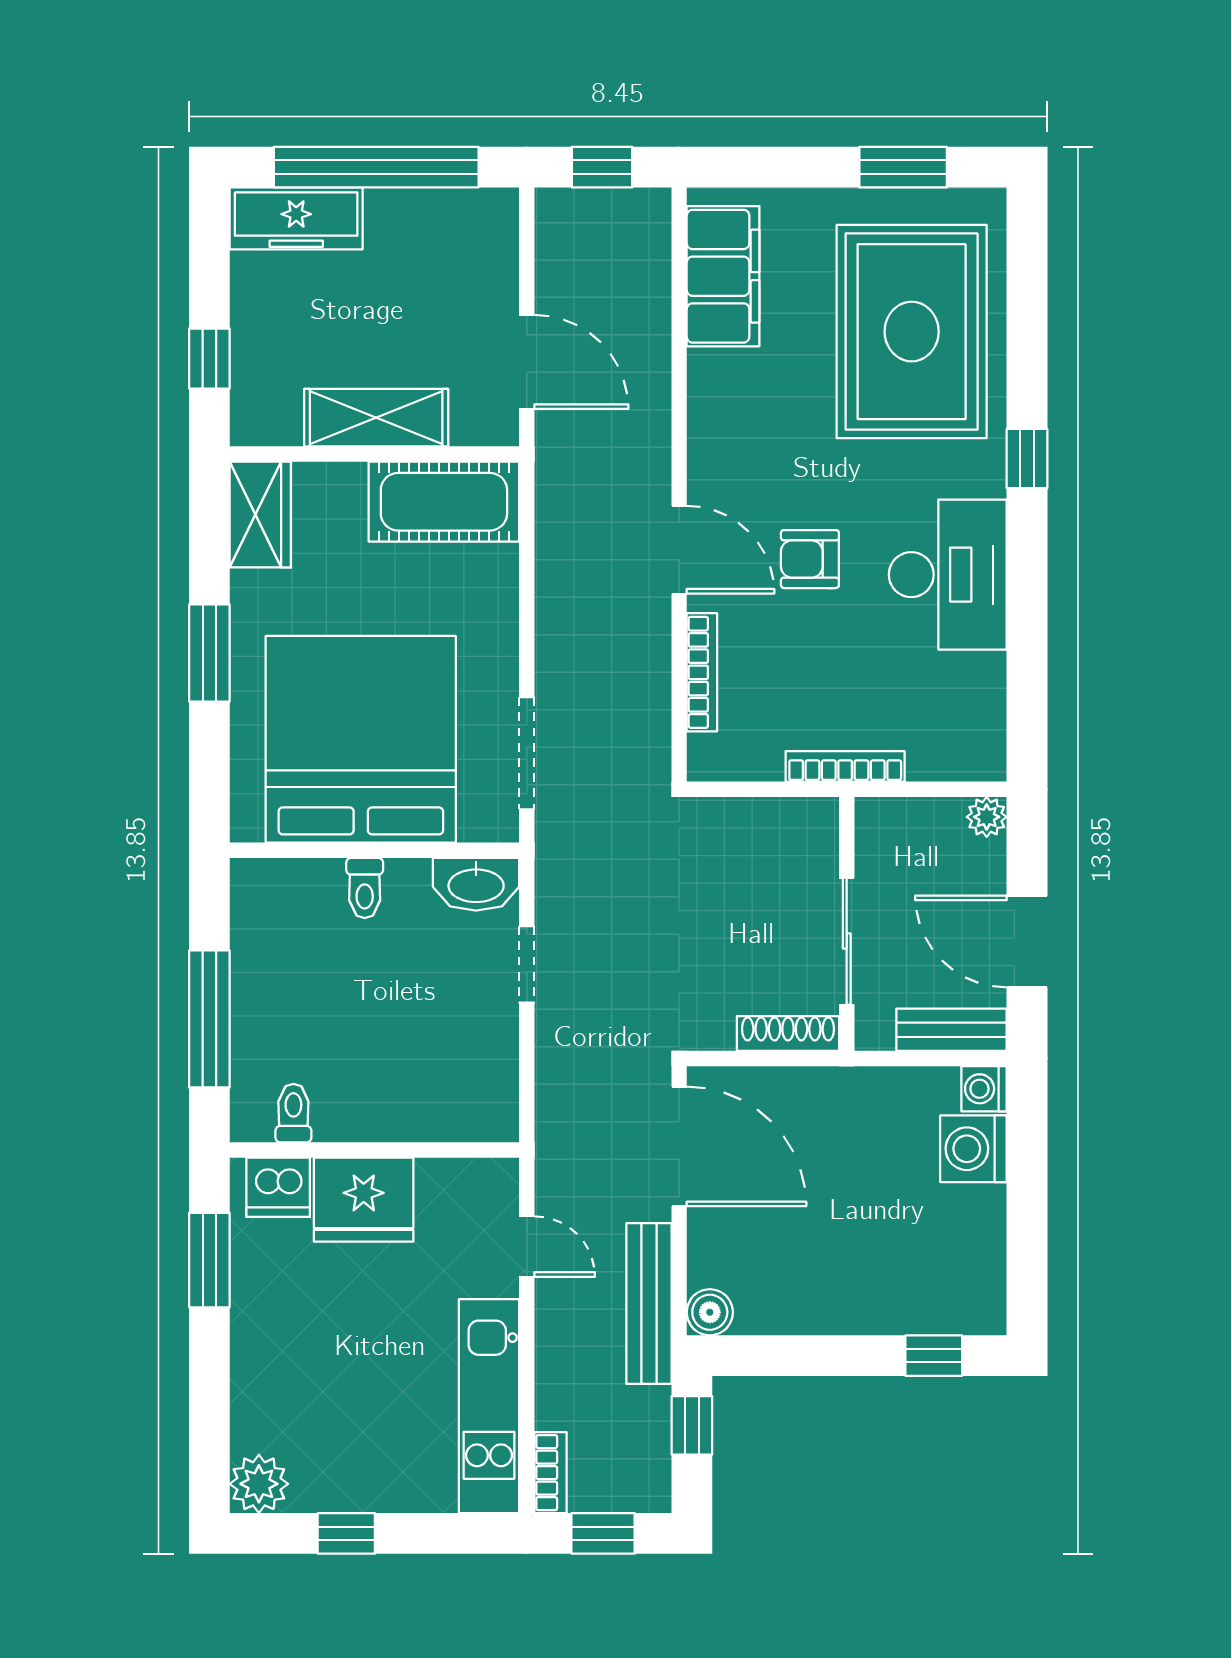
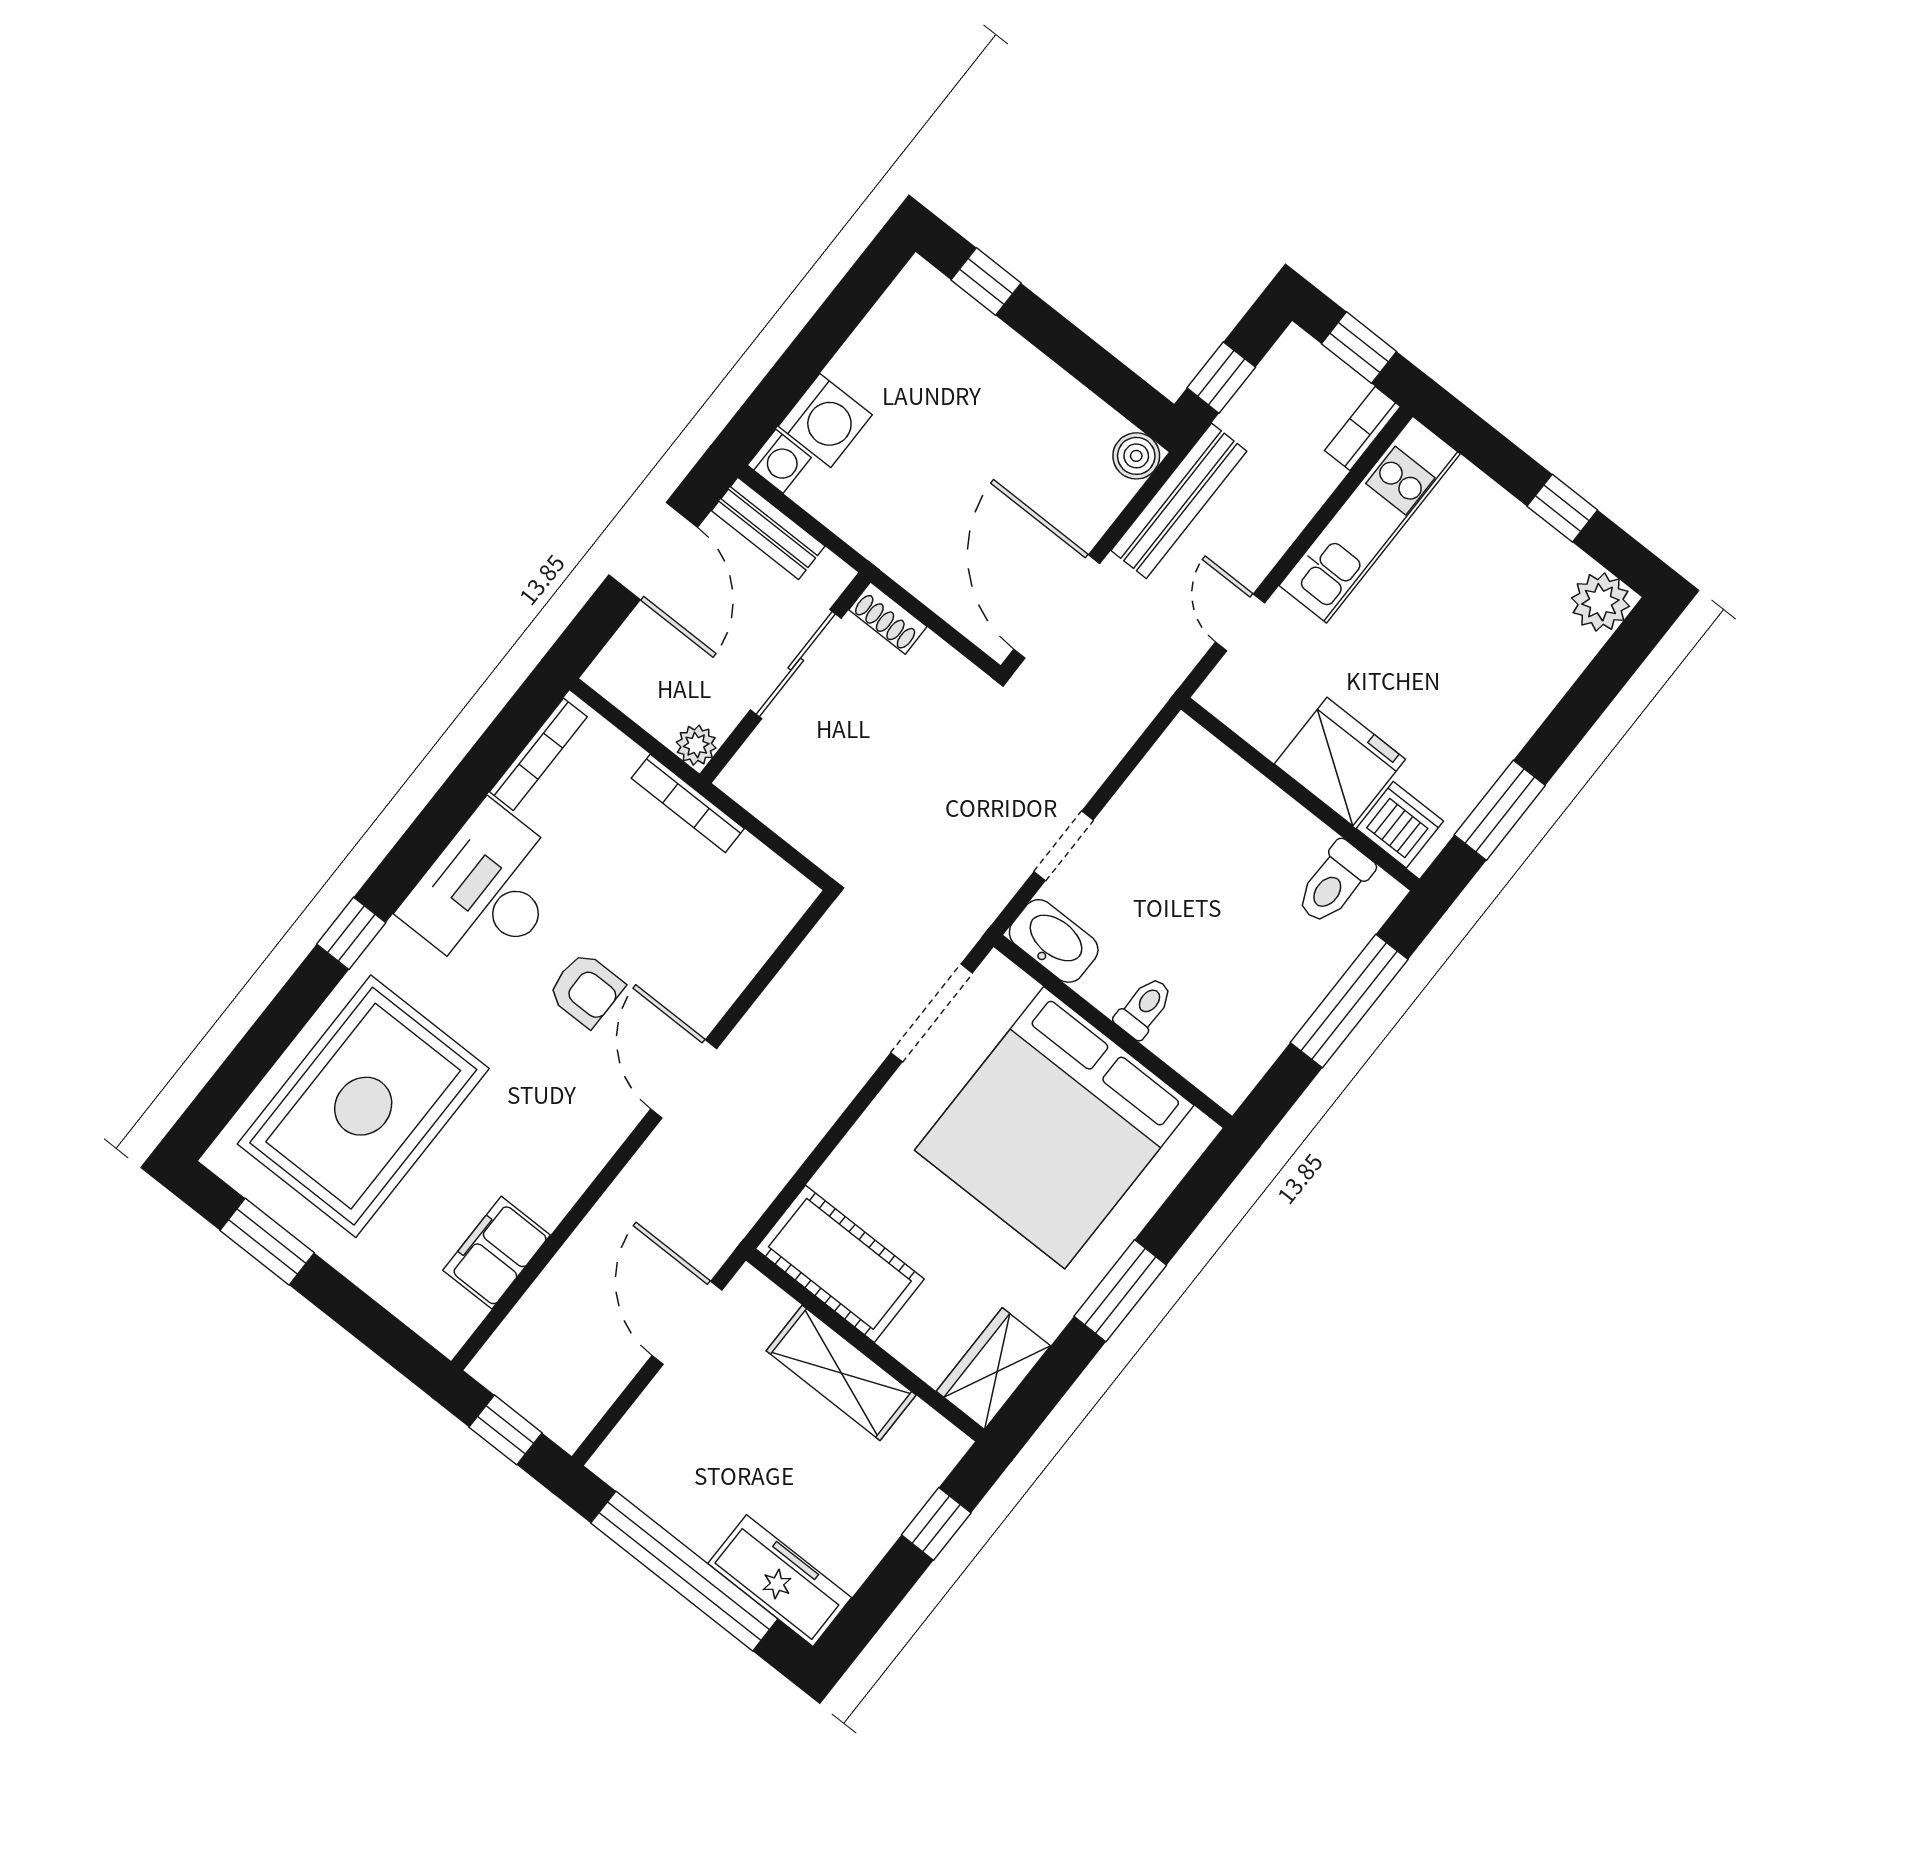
filing cabinet: (723, 276) -> (497, 1253), width x0.67, depth x0.86
bookcase: (702, 672) -> (538, 754), moved, turned 180
plant: (987, 817) -> (696, 745), moved
shoe rack: (788, 1033) -> (888, 618), width x0.70
toilet: (293, 1113) -> (1334, 883), width x1.37, depth x1.39

